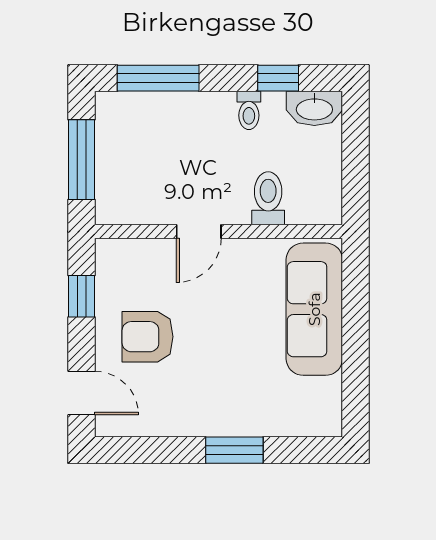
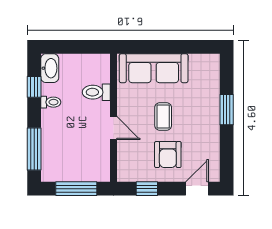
coffee table: (221, 328) -> (163, 117), added

